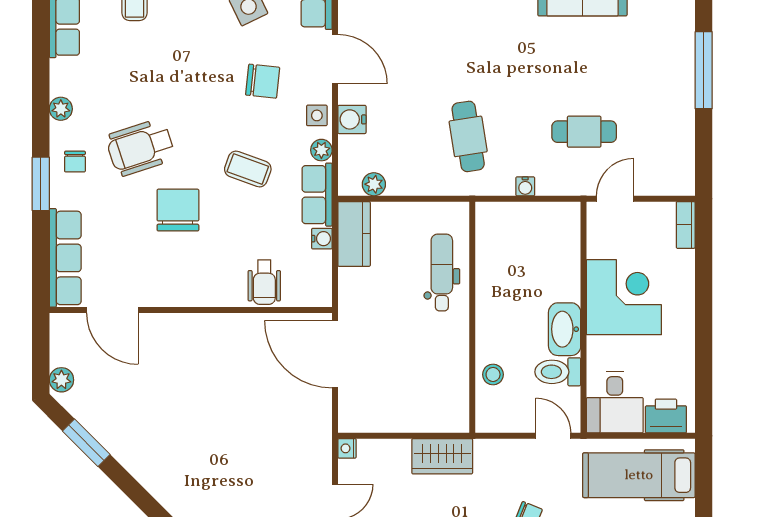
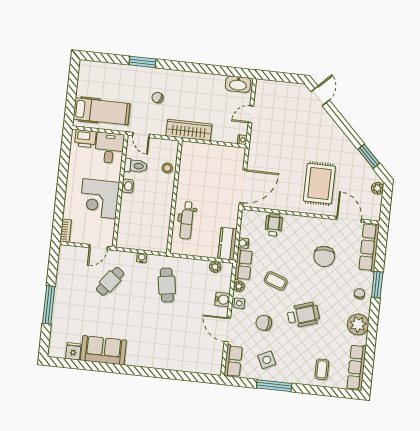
plant: (61, 109) -> (358, 324), width x1.88, depth x1.88
cafe table: (584, 132) -> (110, 281), turned -53
wheelchair: (140, 147) -> (303, 315), moved
chair: (178, 210) -> (324, 256), moved
washbasin: (565, 329) -> (128, 186), width x0.52, depth x0.69
door: (335, 354) -> (243, 186), hinge flipped
rug: (180, 377) -> (319, 184), added
wardrobe: (442, 456) -> (189, 130), width x1.50

